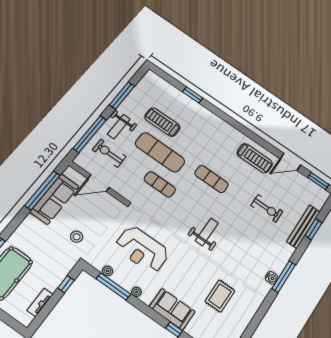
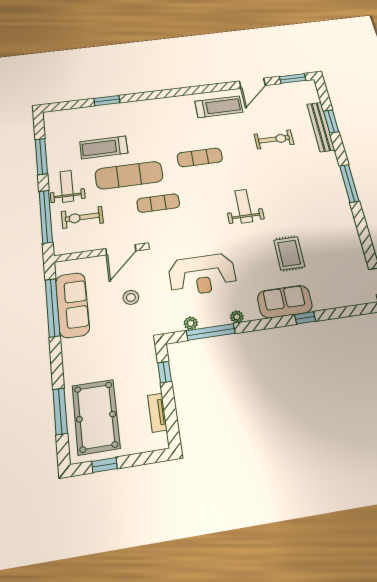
weight bench: (119, 127) -> (67, 186), turned 180
door: (99, 183) -> (121, 250), moved
stool: (77, 237) -> (131, 297), moved
water cooler: (272, 278) -> (340, 194), removed
rug: (220, 296) -> (289, 253), moved

